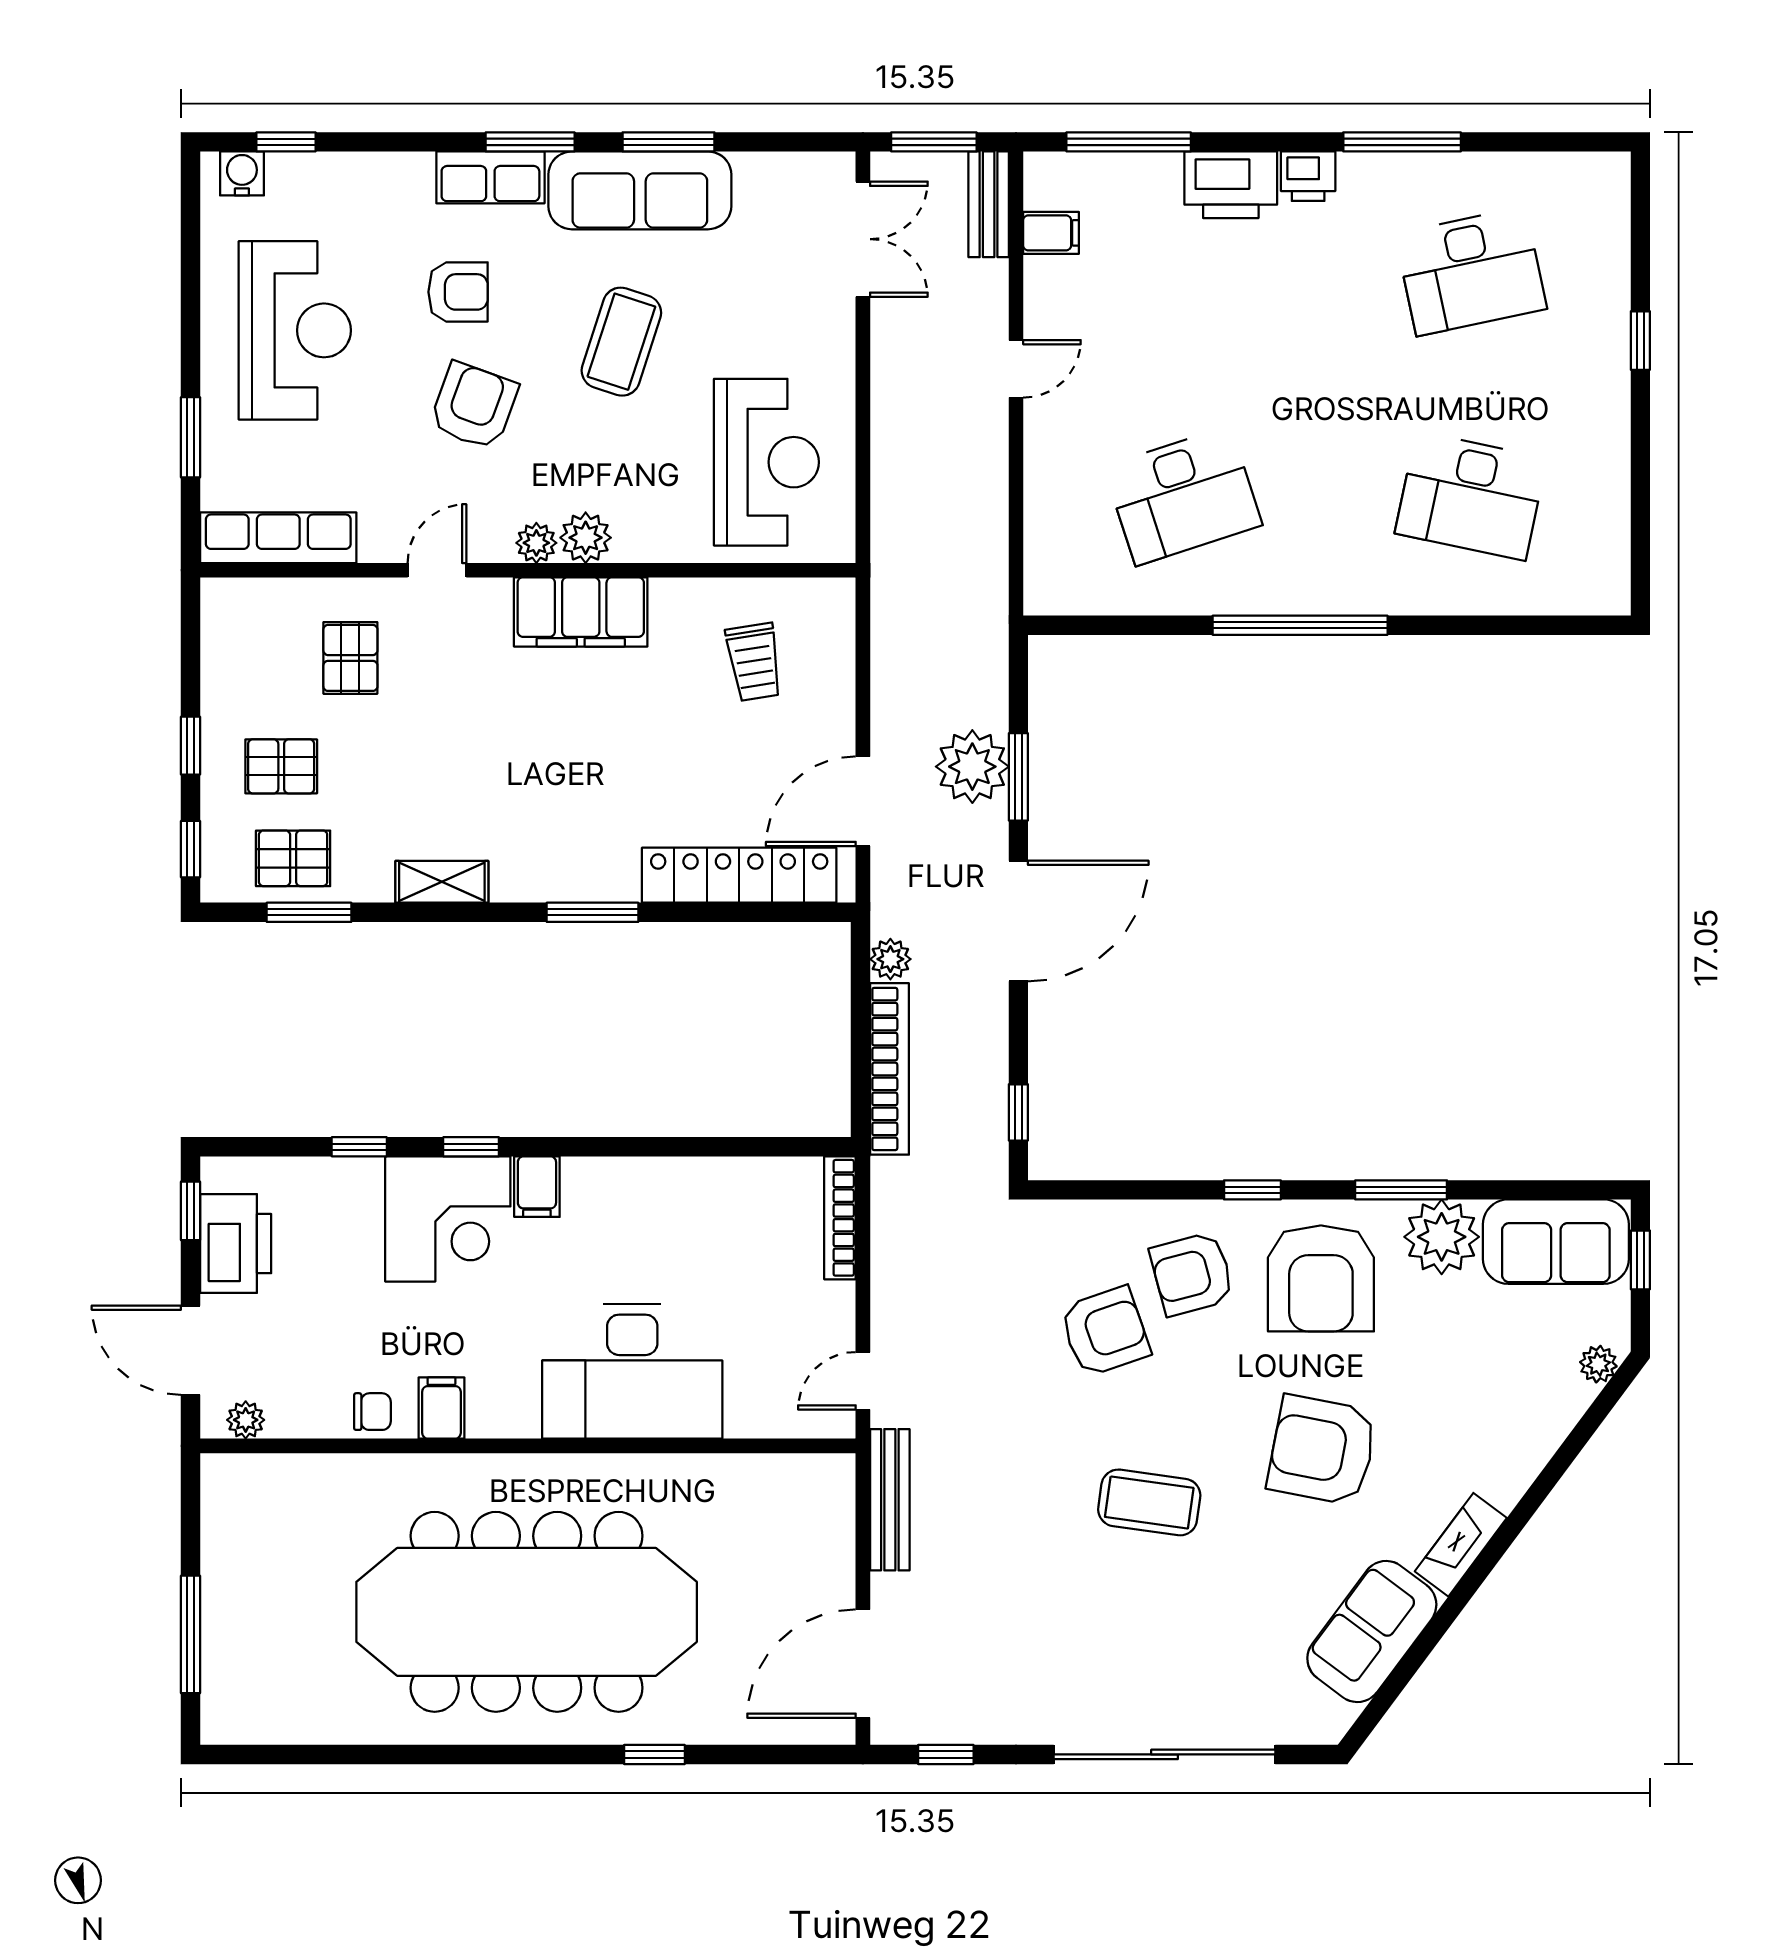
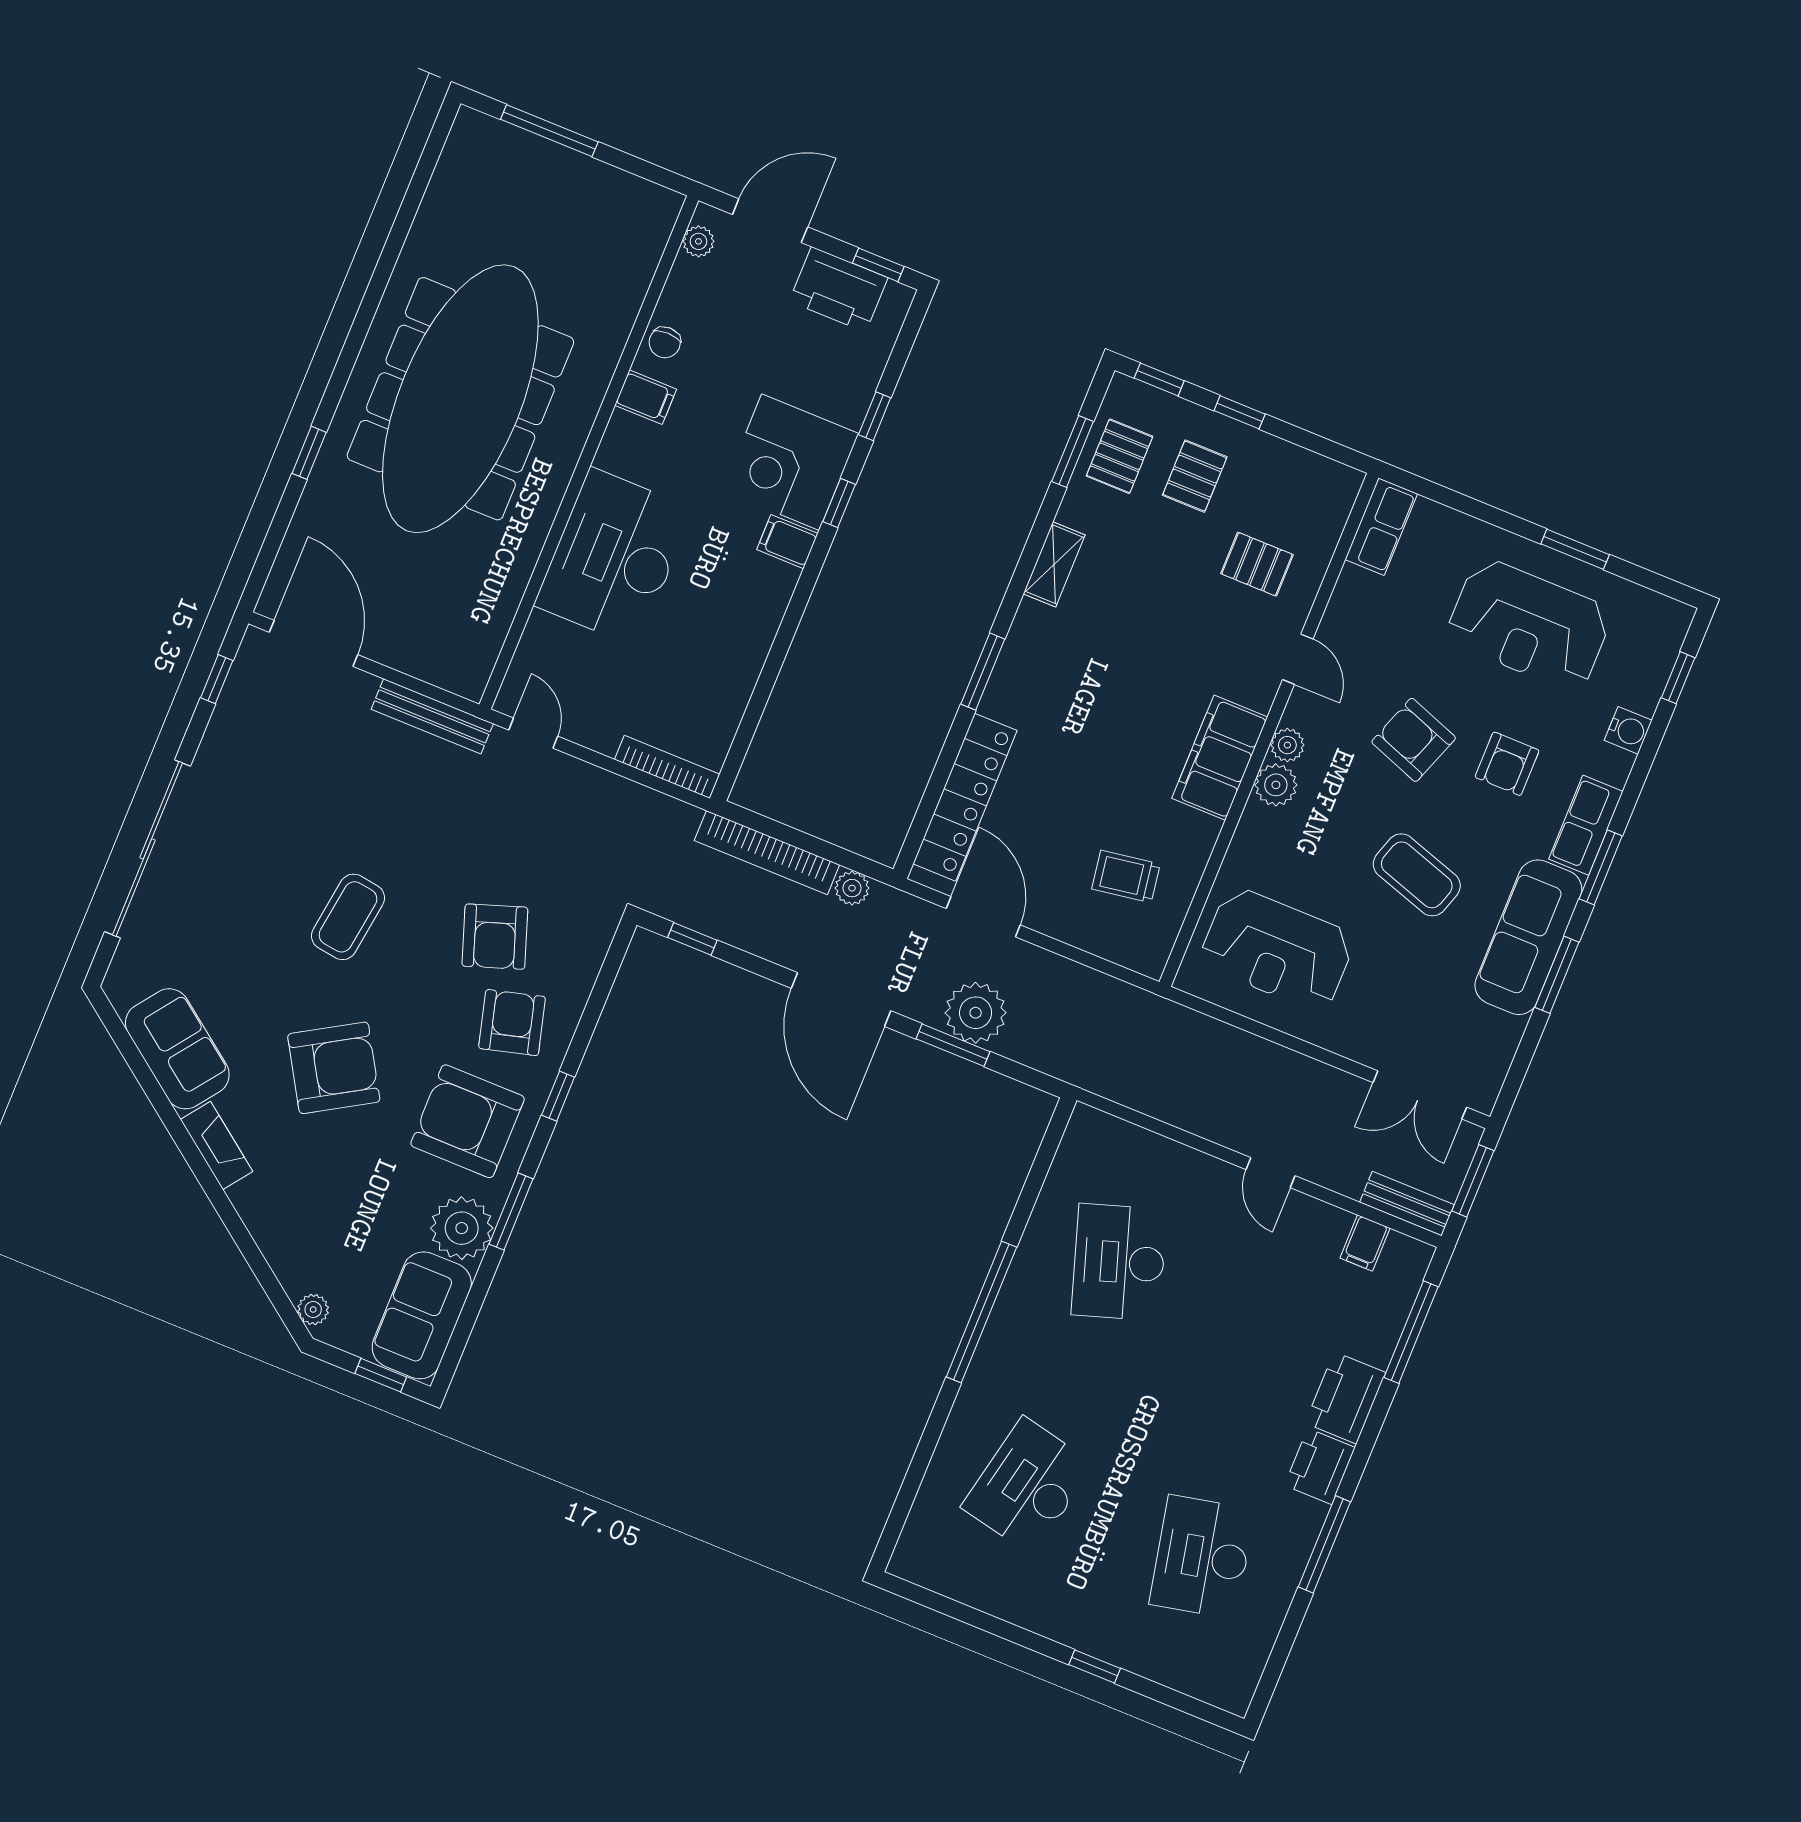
water cooler: (242, 173) -> (1628, 730), moved
printer: (1308, 176) -> (1320, 1466), width x1.36, depth x1.24
armchair: (474, 406) -> (1414, 740), turned 180
window: (191, 437) -> (1575, 549), moved
row of seats: (278, 538) -> (1381, 527), width x0.68
armchair: (1322, 1450) -> (334, 1068), turned 48

